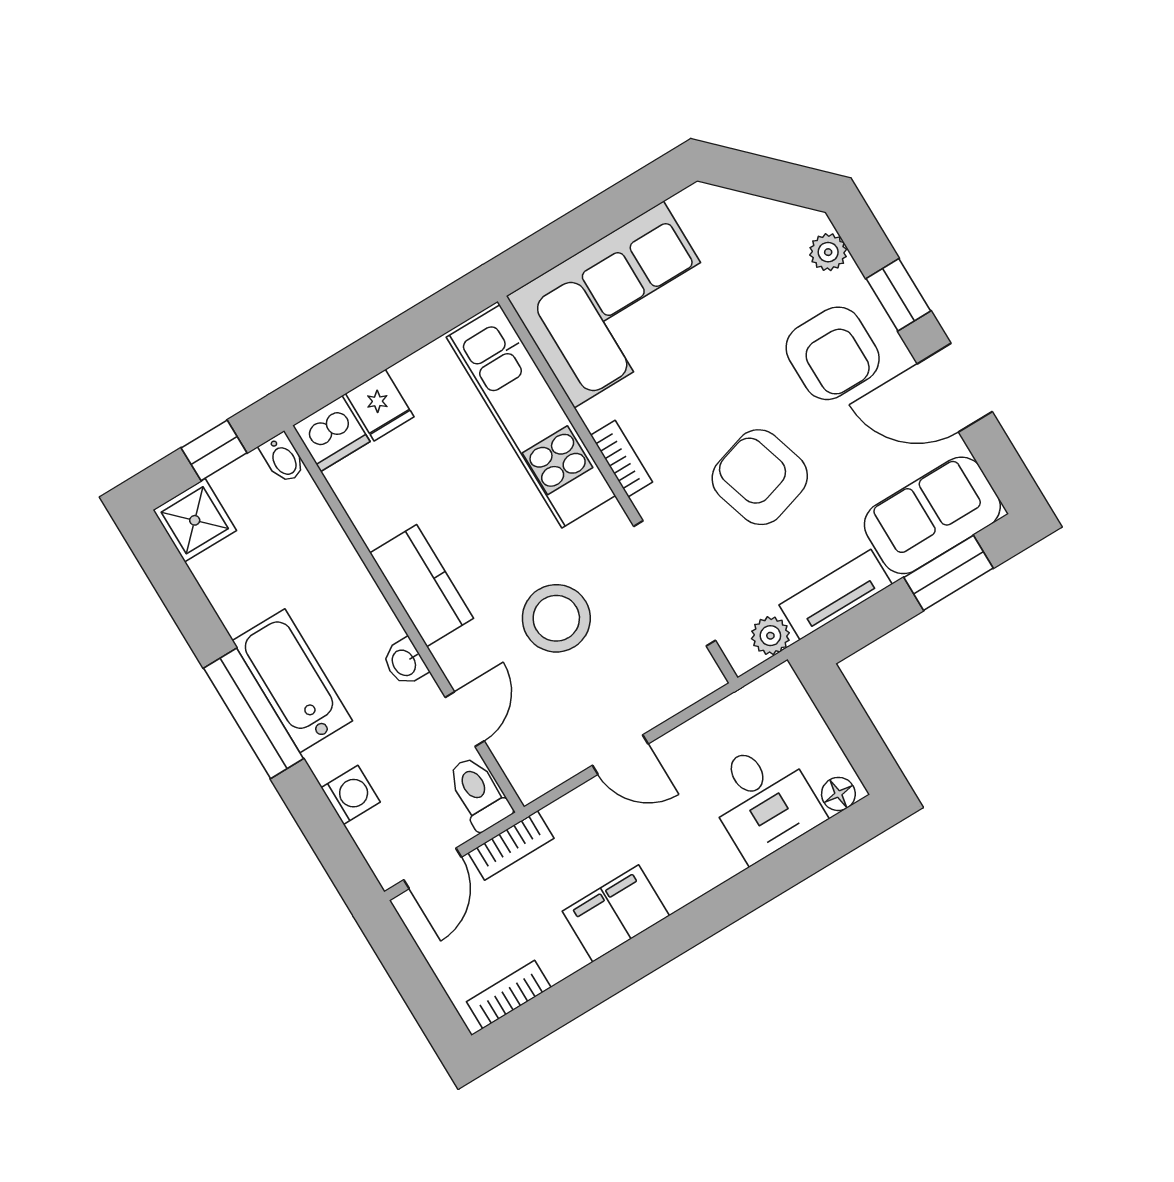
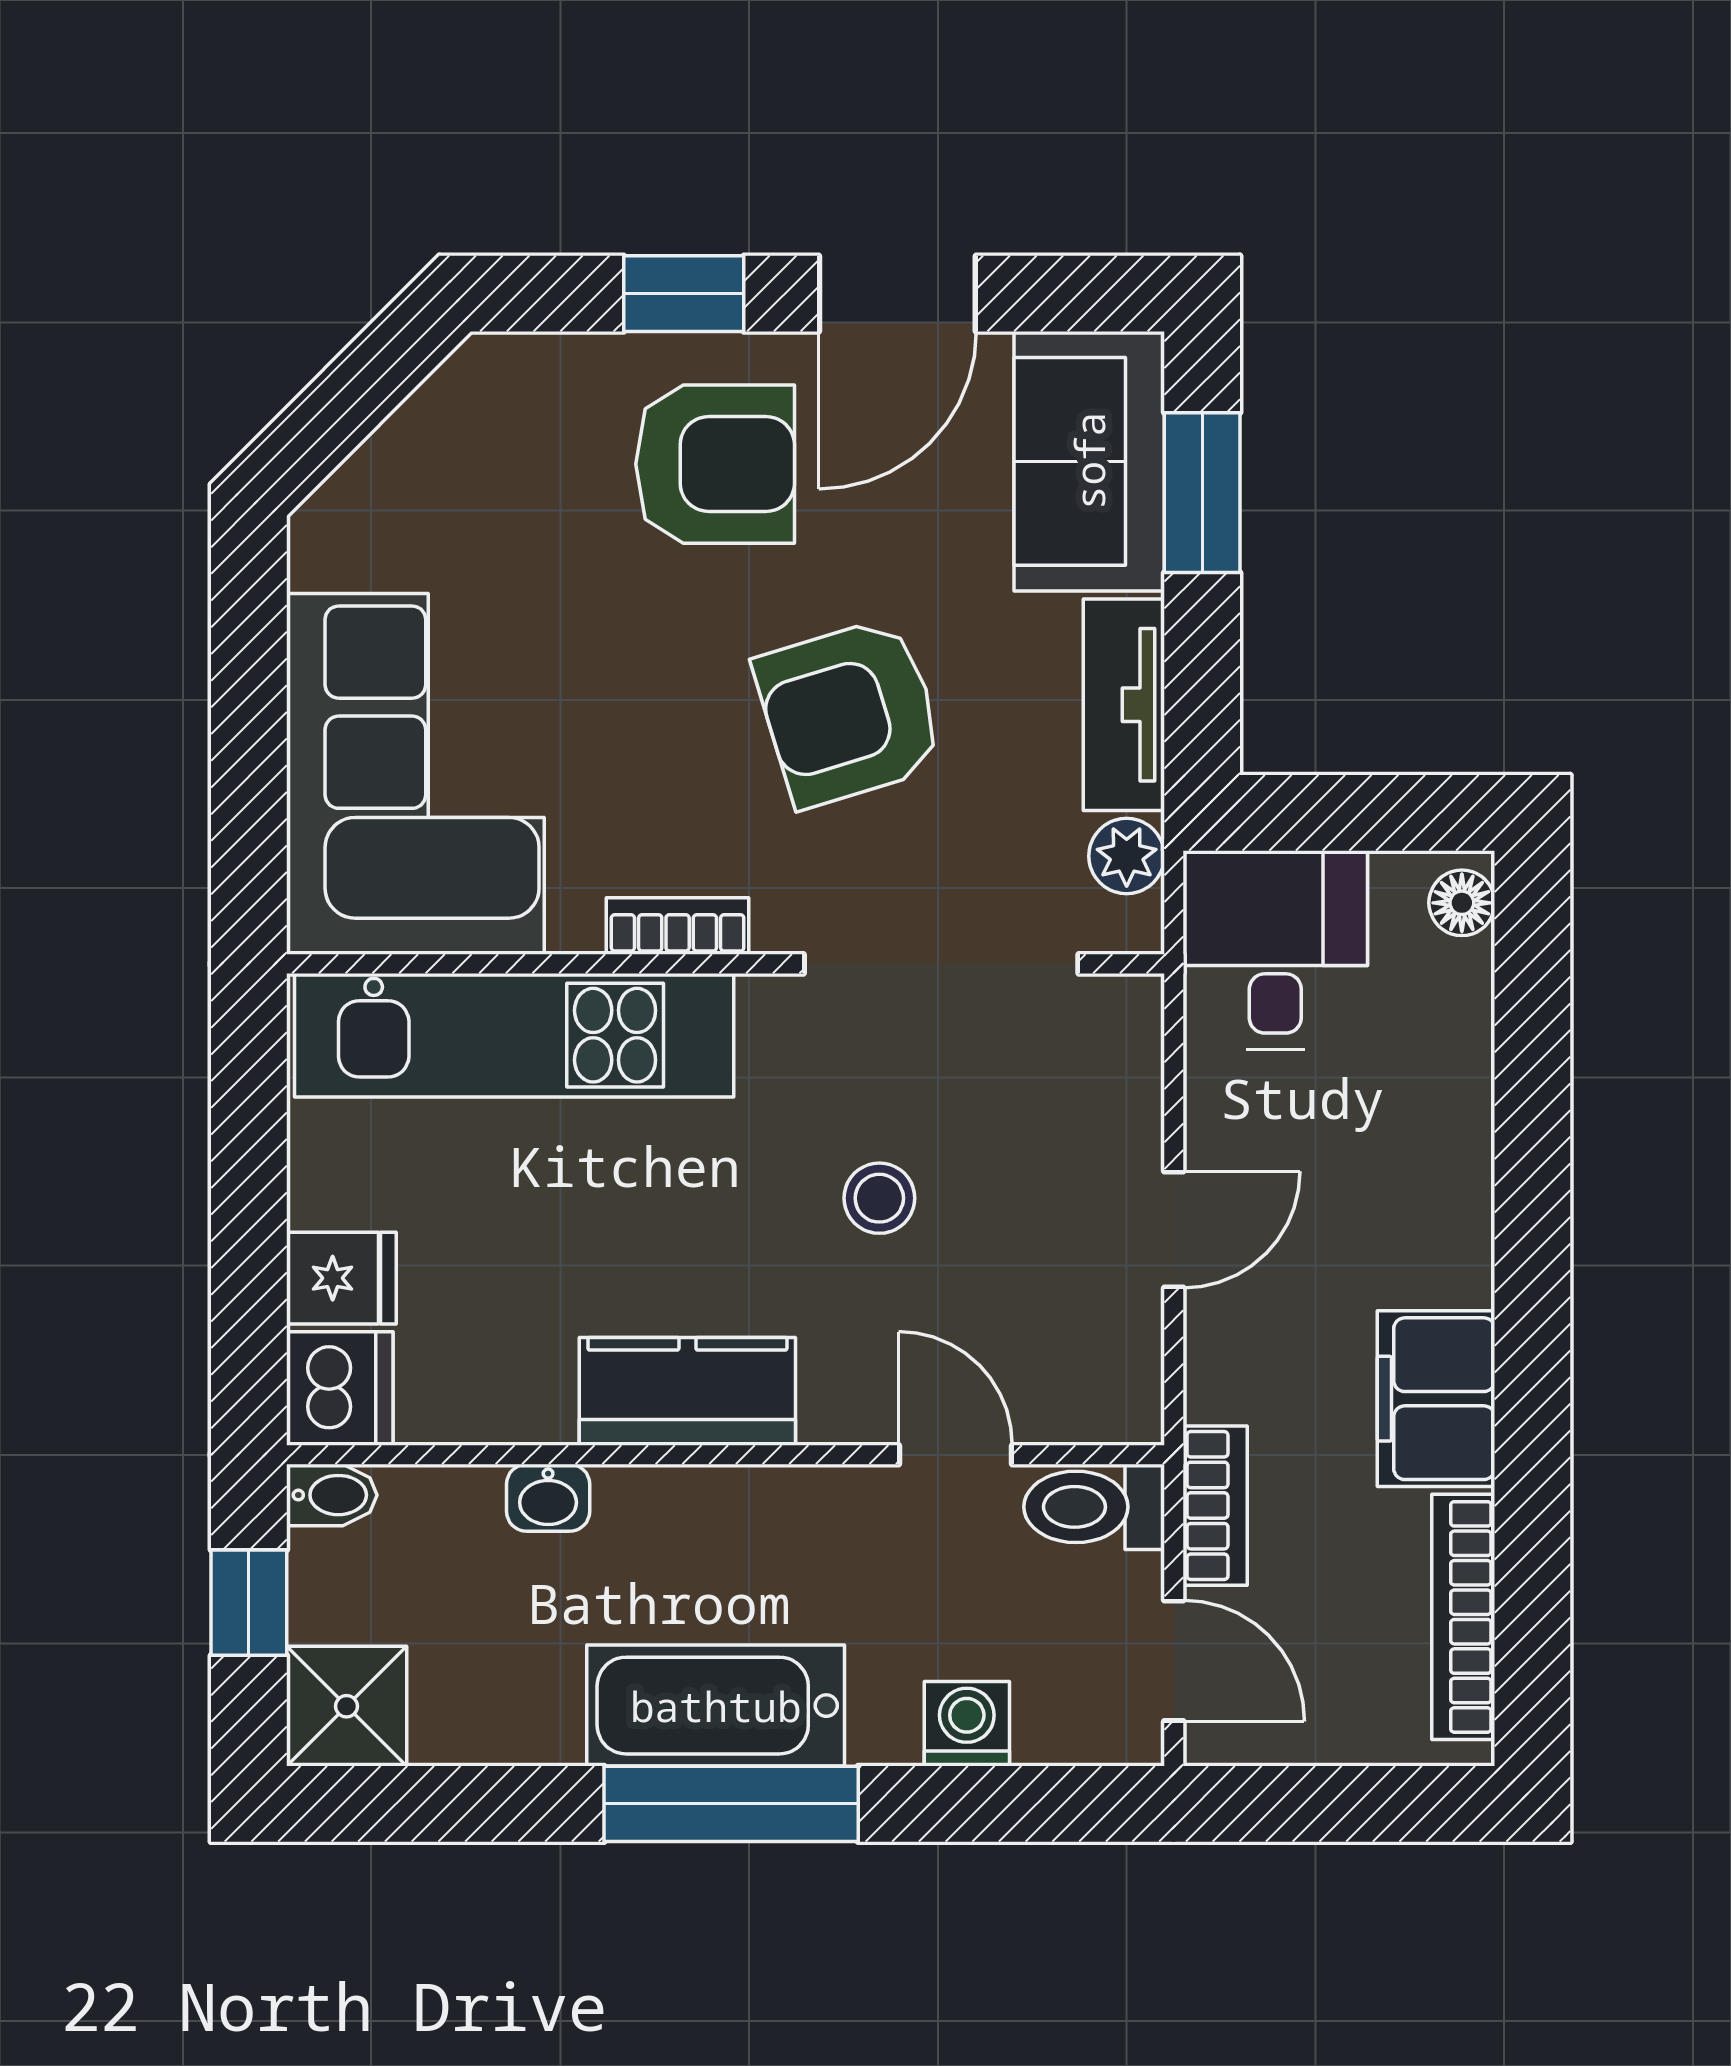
plant: (828, 252) -> (541, 368), removed
stool: (556, 618) -> (879, 1198), width x0.53, depth x0.53
washbasin: (405, 662) -> (548, 1498), moved
desk: (763, 800) -> (1275, 950), moved, turned -90
bookcase: (509, 994) -> (1463, 1617), width x1.56

